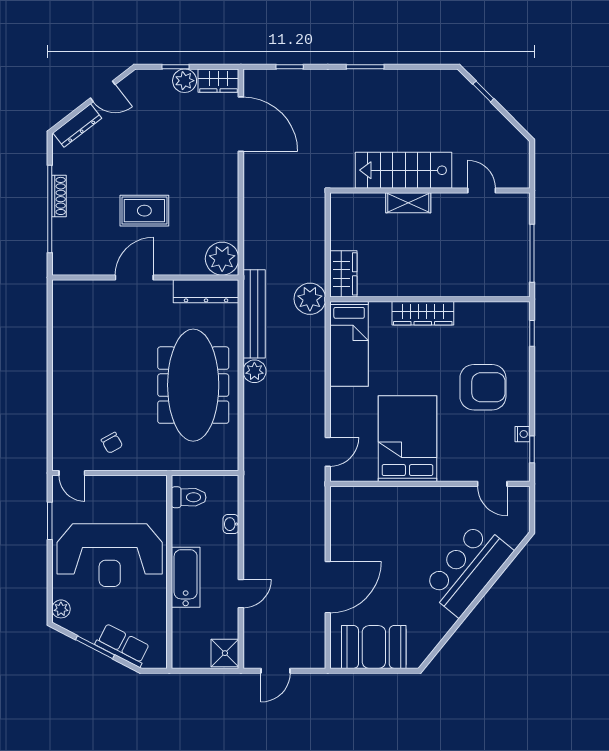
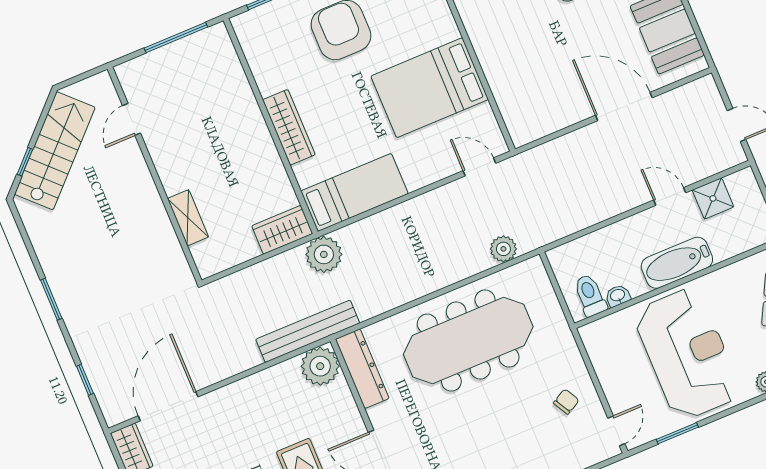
stairs: (404, 170) -> (55, 151), moved, turned -135
shelving: (408, 203) -> (188, 218), moved
bench: (254, 314) -> (308, 331), moved
plant: (254, 371) -> (503, 249), moved
washbasin: (231, 524) -> (618, 296), moved, turned 180
shower: (225, 653) -> (713, 198), moved

